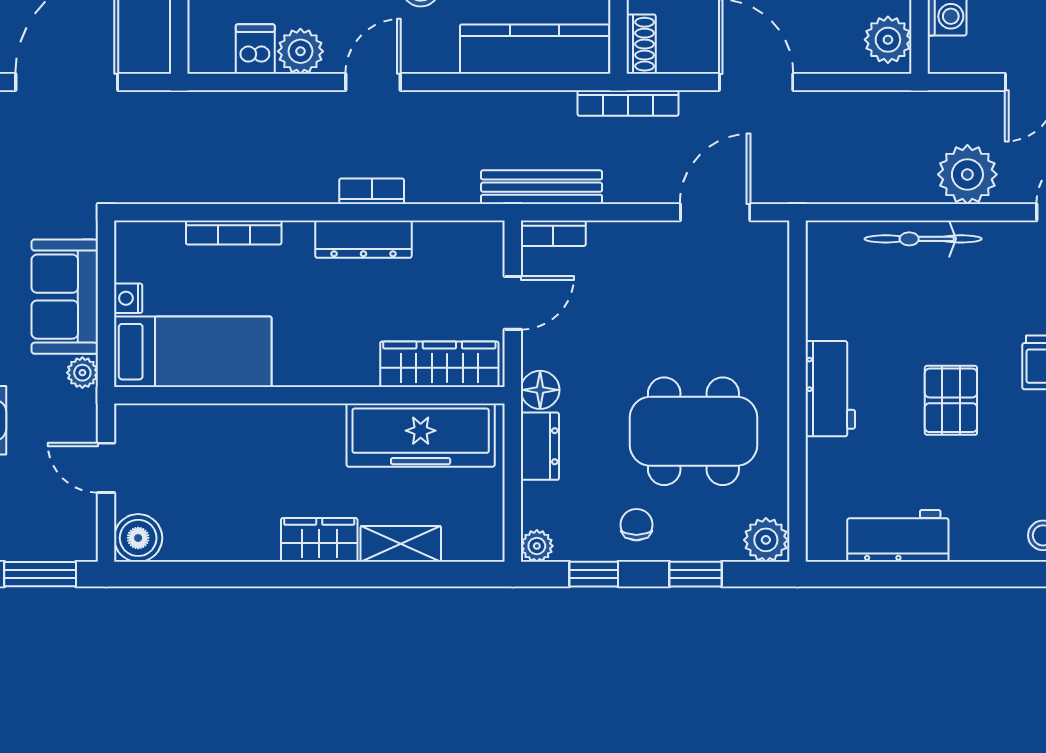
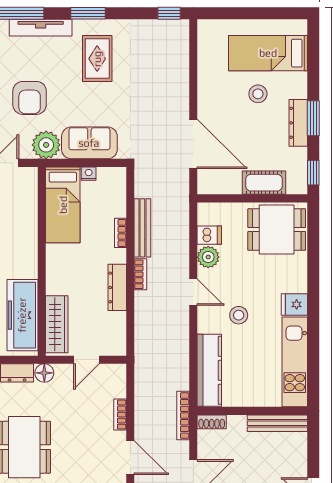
bench: (542, 187) -> (142, 228), moved
bookcase: (372, 191) -> (140, 274), moved
bookcase: (234, 233) -> (120, 233), width x0.64
bookcase: (553, 233) -> (120, 415), moved
door: (513, 303) -> (86, 360), hinge flipped
plant: (82, 373) -> (46, 145), width x1.88, depth x1.88

